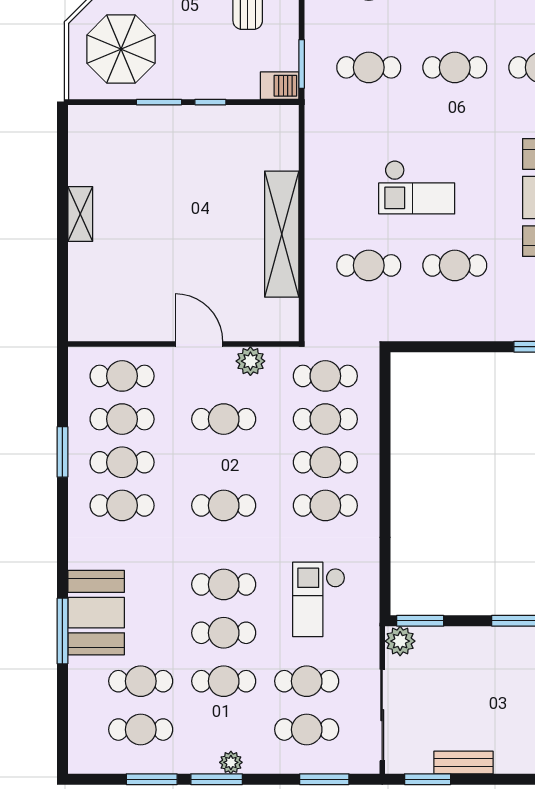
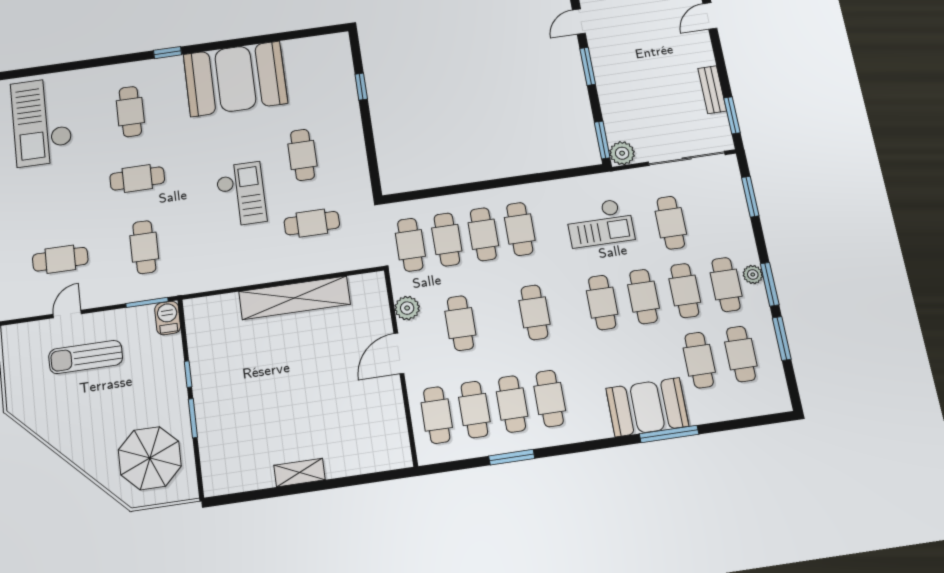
cafe table: (455, 67) -> (137, 178), turned 90
cafe table: (369, 265) -> (312, 223), turned 90
cafe table: (307, 730) -> (726, 285), moved

